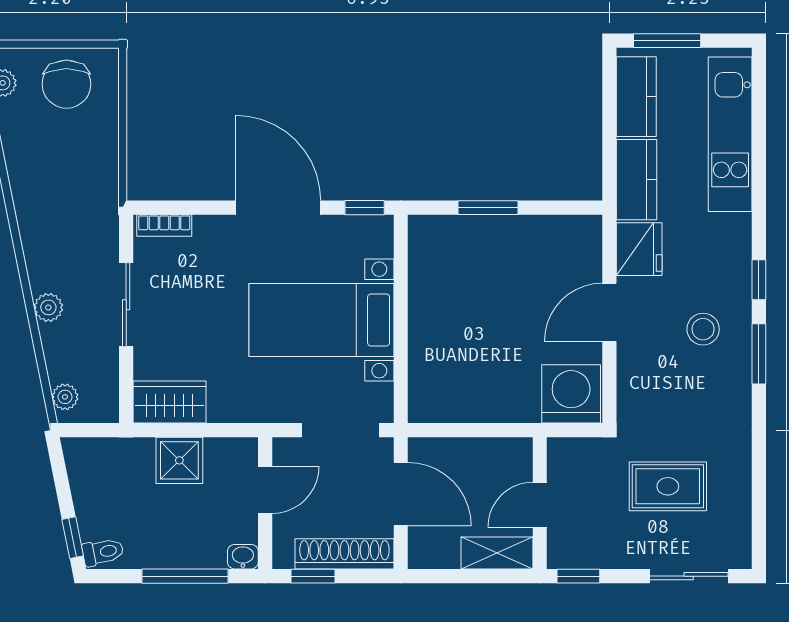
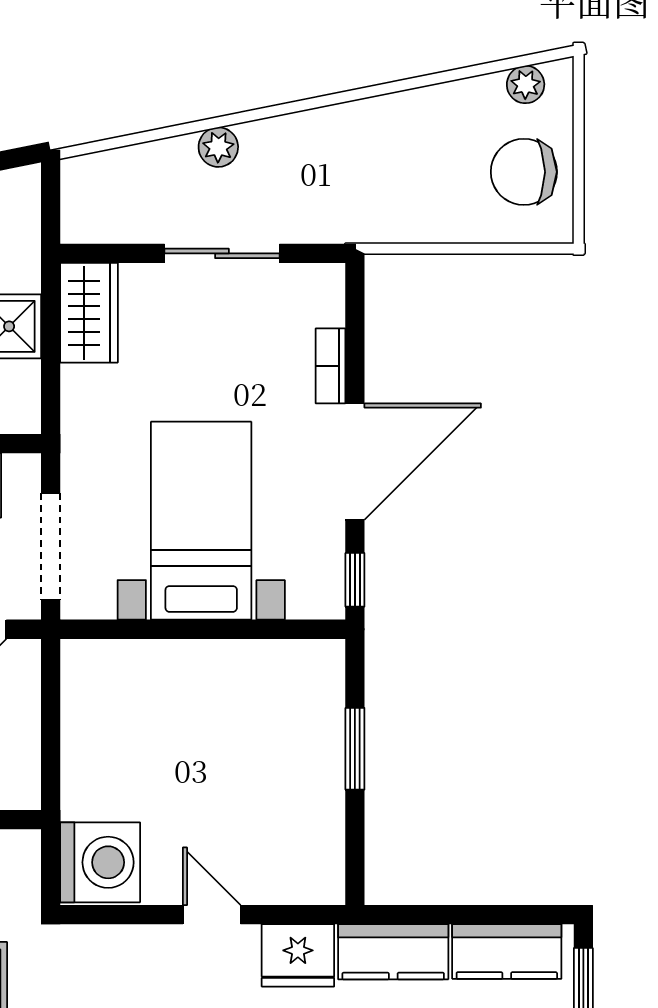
bookcase: (164, 225) -> (330, 366), moved
door: (609, 312) -> (212, 915), width x0.73
plant: (65, 397) -> (96, 170), removed

